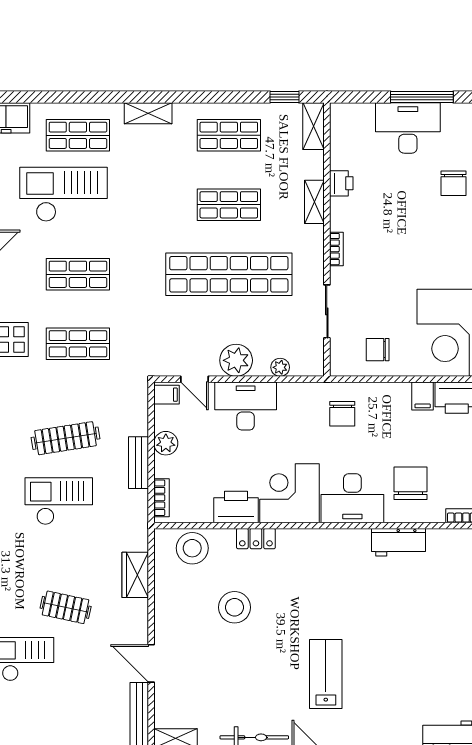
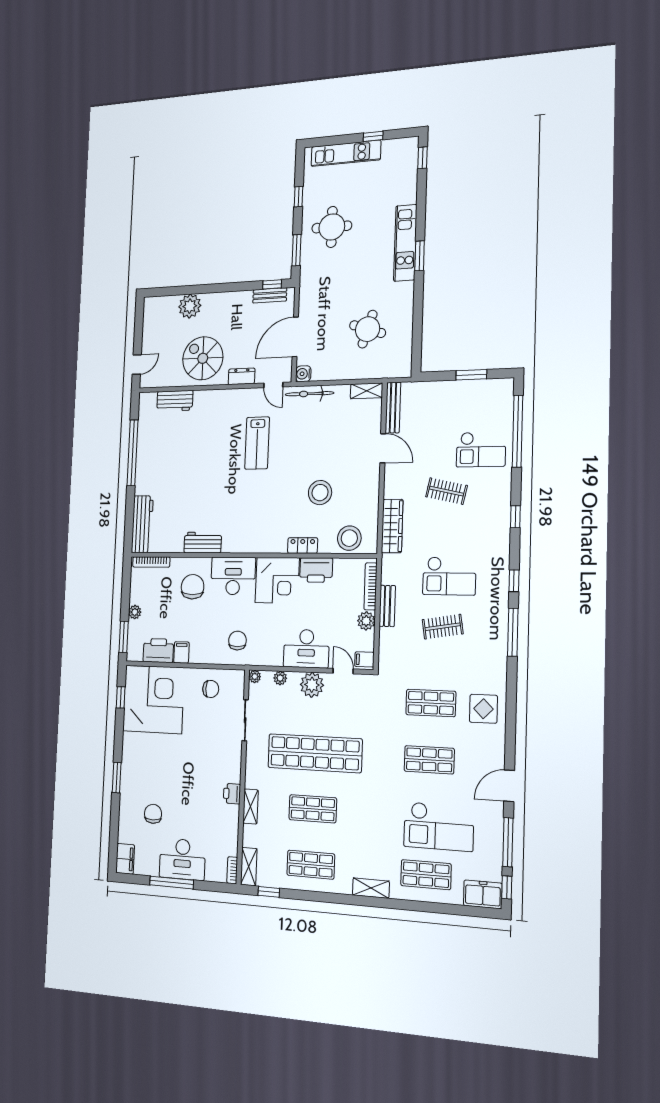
printer: (341, 183) -> (232, 794), moved
bookcase: (336, 249) -> (232, 870), moved
plant: (316, 368) -> (255, 677), added
clothes rail: (66, 438) -> (443, 627), width x0.73
chair: (411, 483) -> (193, 587), turned 180
bookcase: (162, 498) -> (371, 586), width x1.56
wardrobe: (135, 575) -> (392, 526), width x1.50

